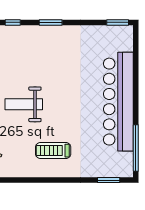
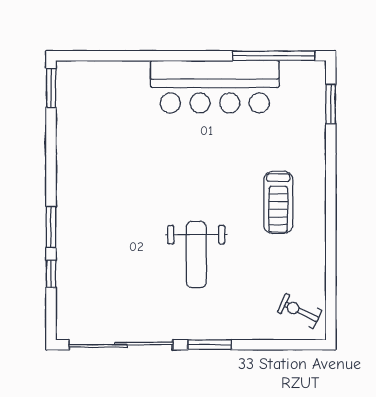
window: (51, 22) -> (51, 227), moved
bar counter: (118, 102) -> (215, 87), width x0.73

